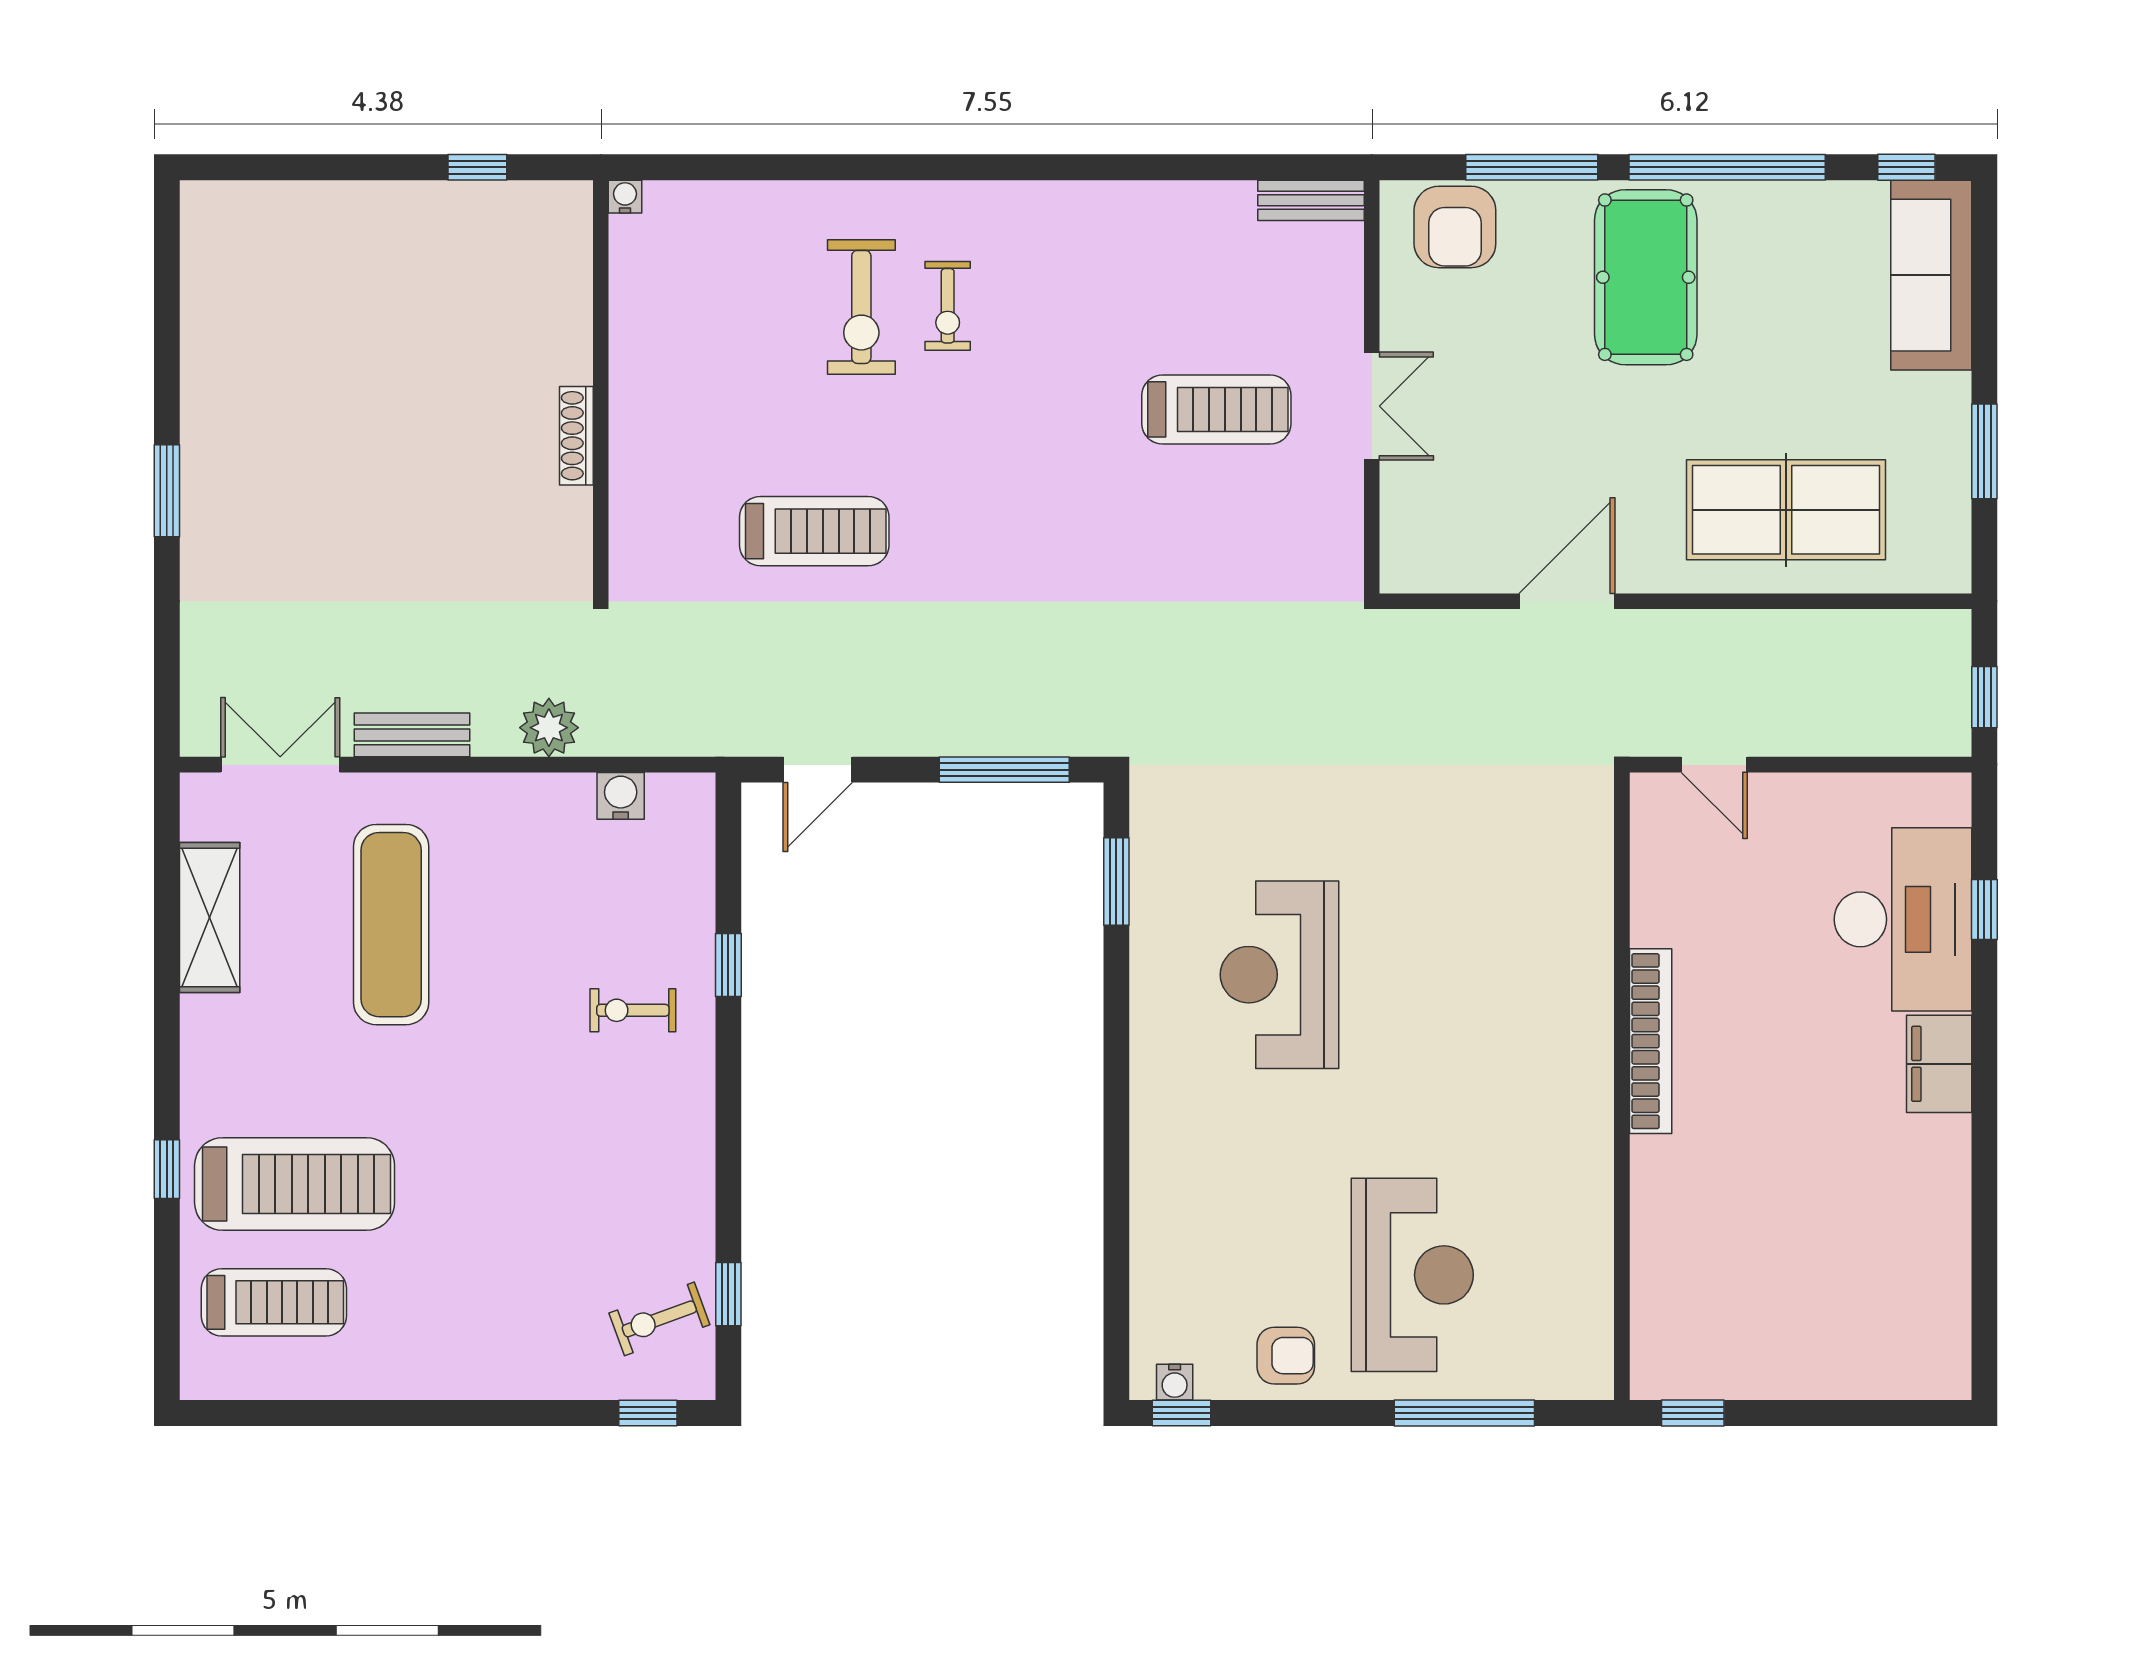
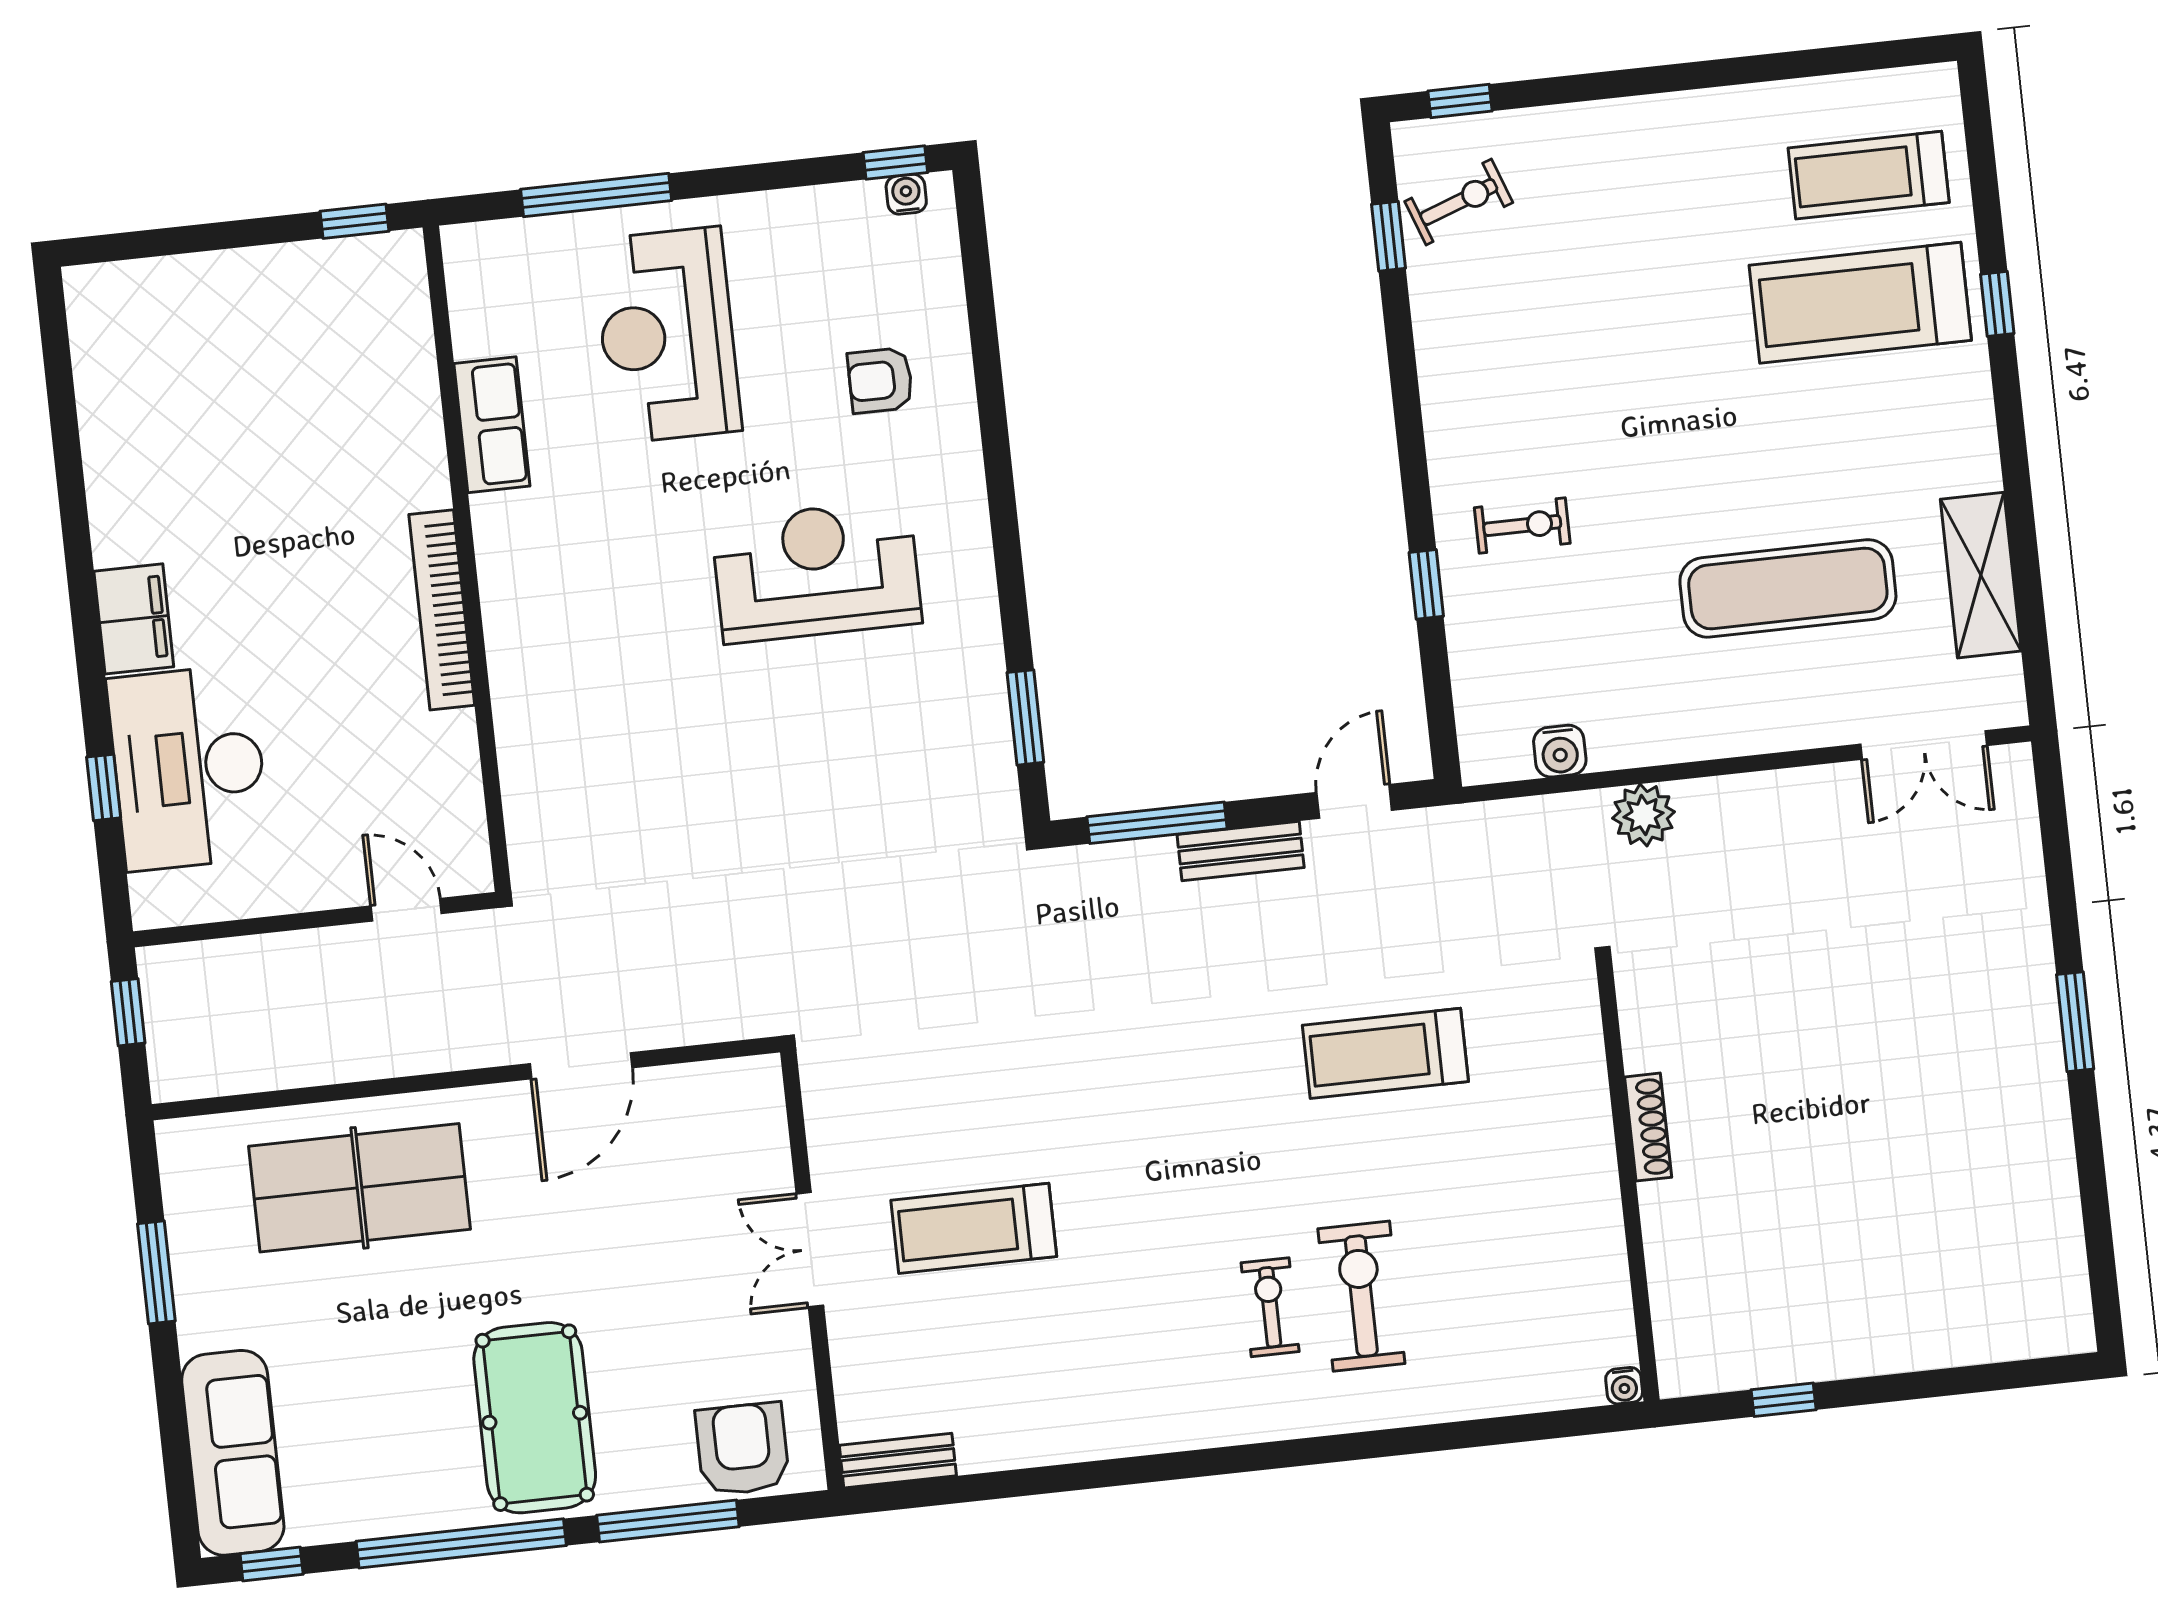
bench: (412, 735) -> (1241, 851), moved
exercise mat: (391, 925) -> (1788, 588), turned 90
reception desk: (1279, 975) -> (817, 572), moved, turned -90
row of seats: (1585, 1209) -> (492, 425), added
armchair: (1286, 1356) -> (880, 380), moved

